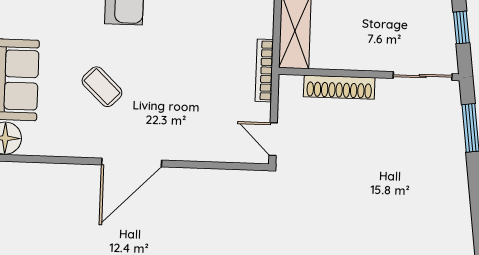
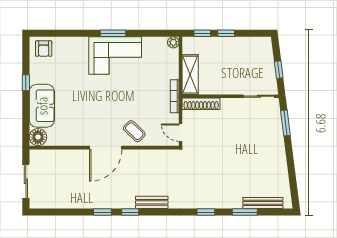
coffee table: (102, 87) -> (134, 131), moved
shoe rack: (339, 87) -> (201, 104), moved

